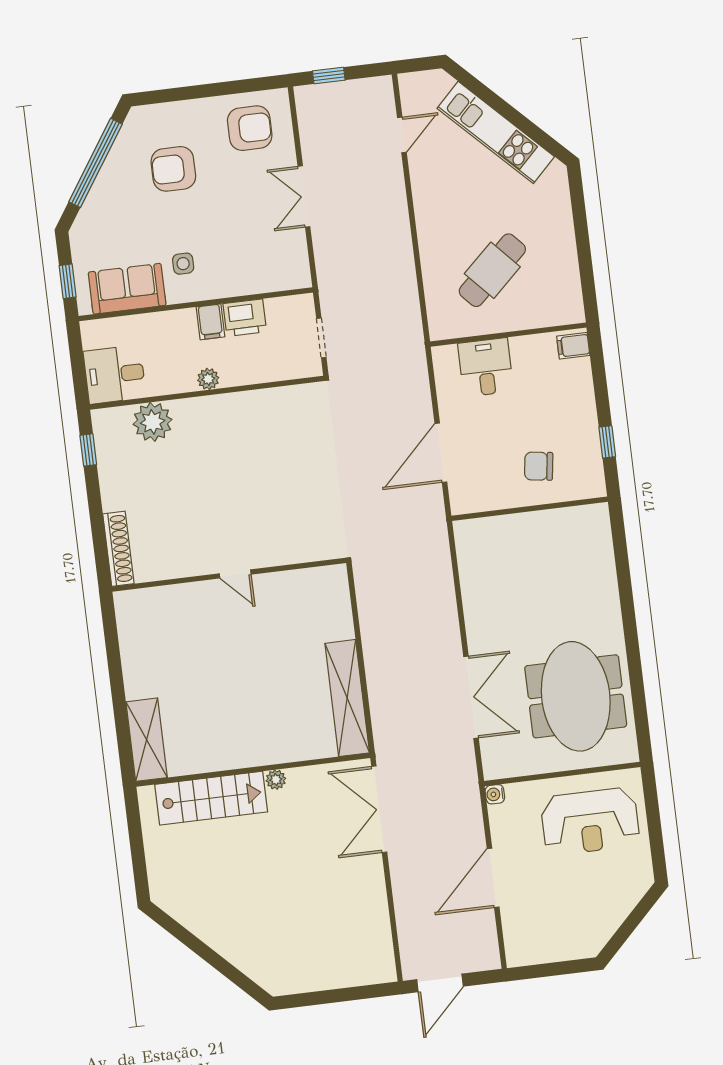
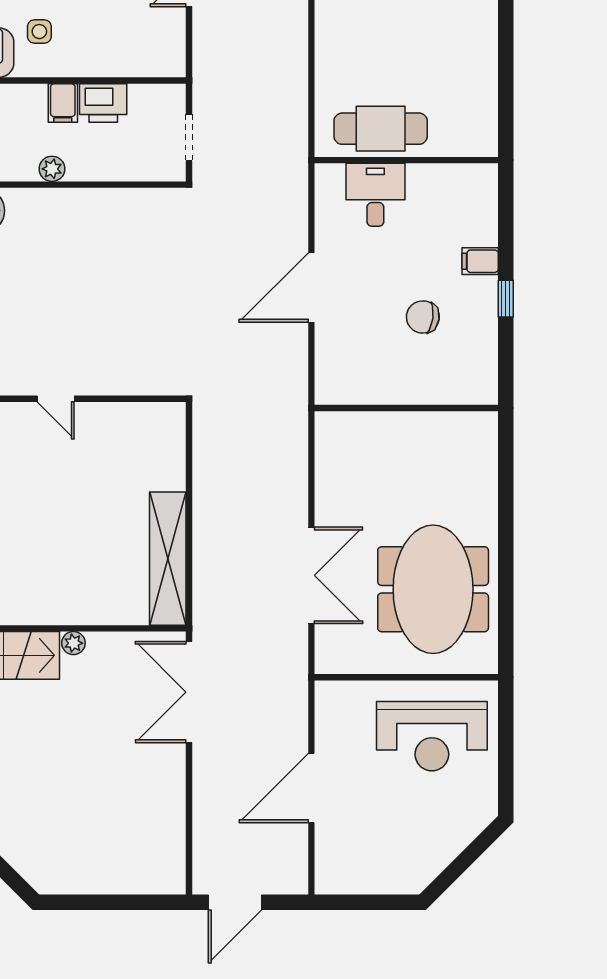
cafe table: (492, 270) -> (381, 129), moved, turned 43
filing cabinet: (573, 346) -> (480, 261), moved
wall: (530, 509) -> (406, 408), moved
water cooler: (495, 794) -> (325, 691), removed

